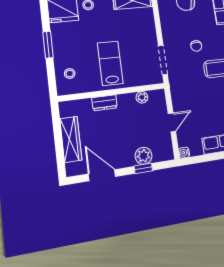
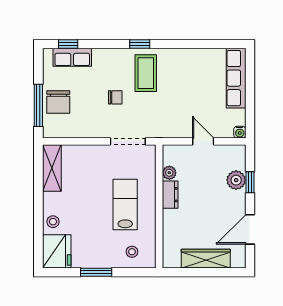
lab bench: (110, 63) -> (125, 205), turned 90
dresser: (105, 103) -> (170, 195), moved

